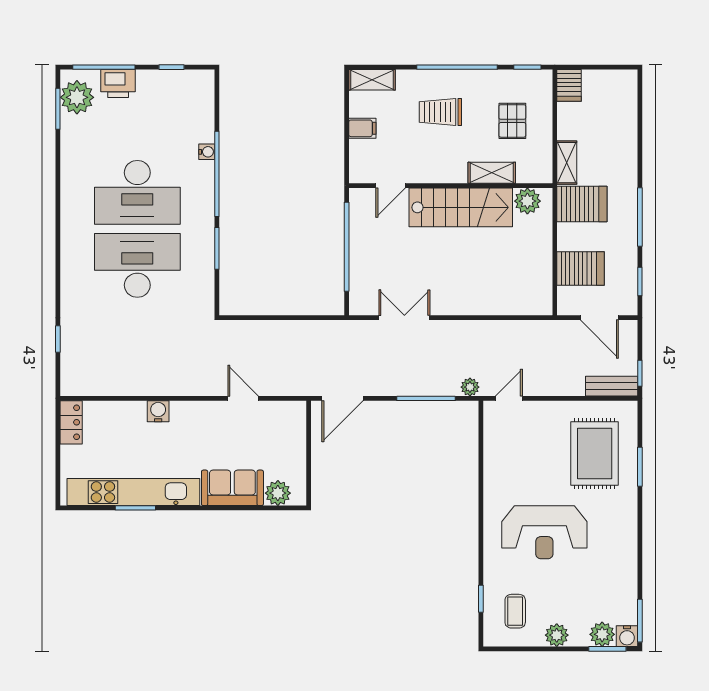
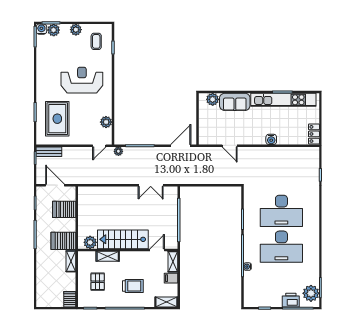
shelving: (359, 162) -> (173, 262), added
desk: (137, 192) -> (281, 247), turned 180
plant: (495, 447) -> (106, 122), added

